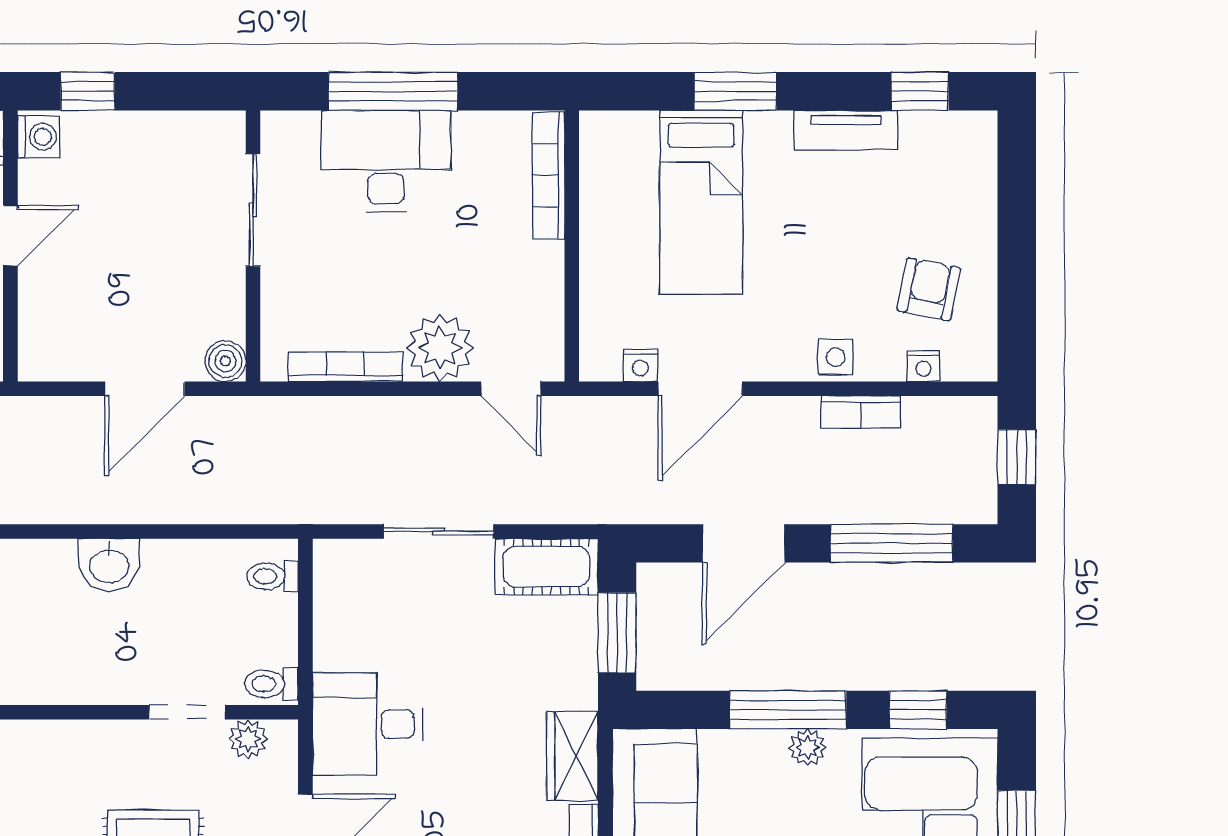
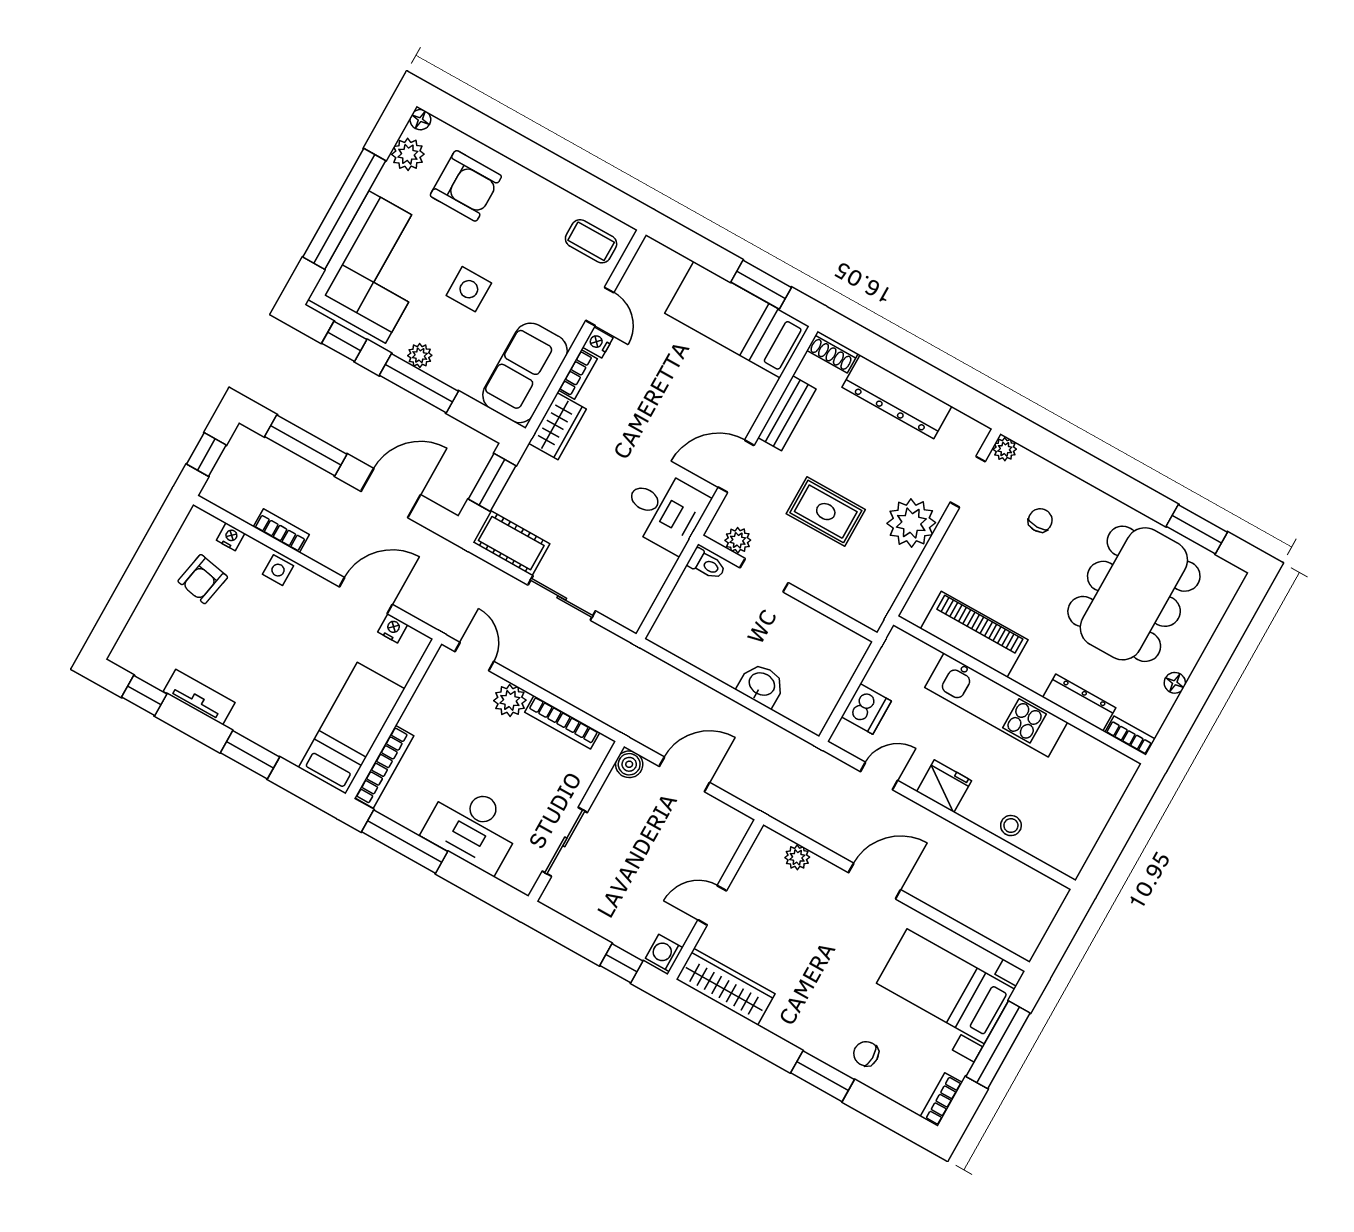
window: (393, 91) -> (405, 842), moved
bed: (701, 202) -> (352, 728), moved
plant: (440, 348) -> (510, 700), width x0.73, depth x0.73
toilet: (272, 576) -> (671, 626), removed

